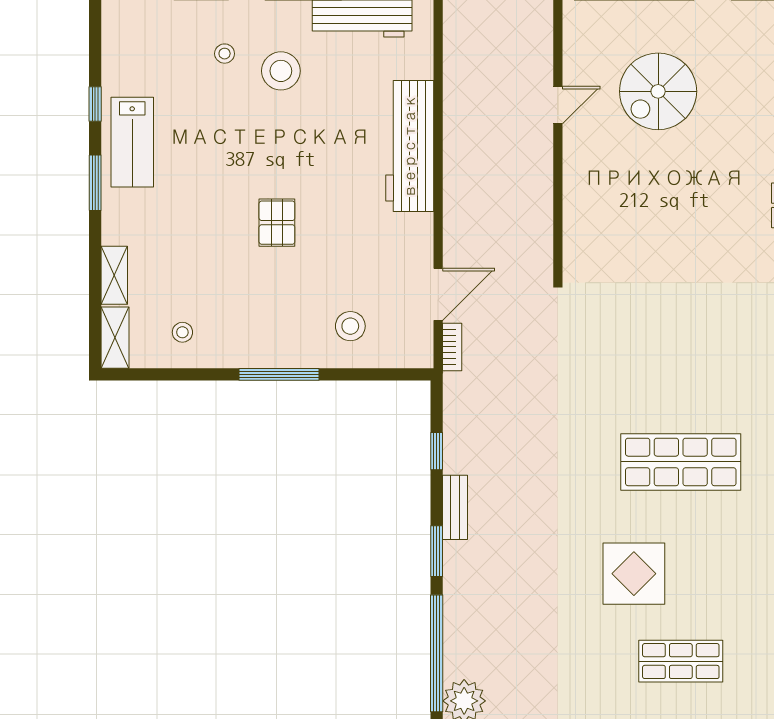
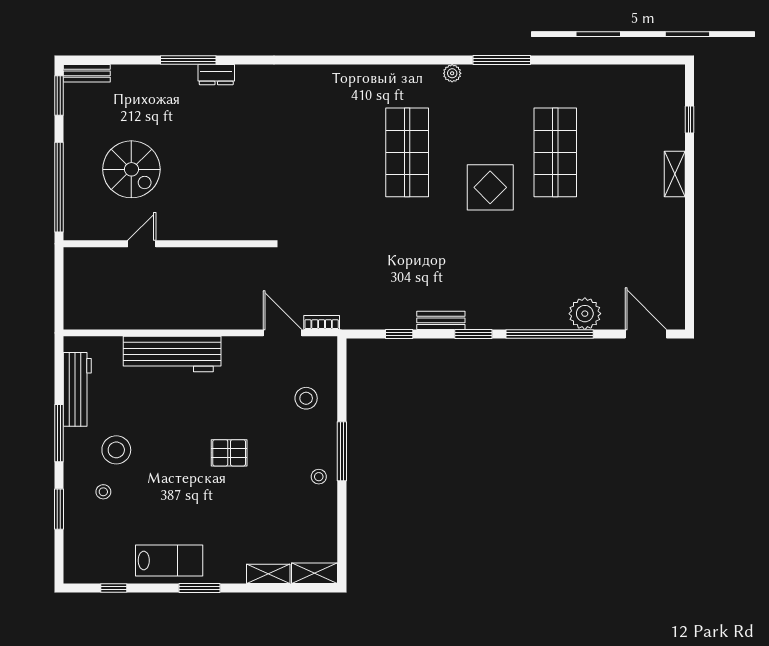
window: (95, 104) -> (114, 588), moved
door: (558, 105) -> (142, 244), hinge flipped
stool: (182, 332) -> (319, 477), moved
shop shelf: (681, 661) -> (555, 152), width x1.43, depth x1.36

